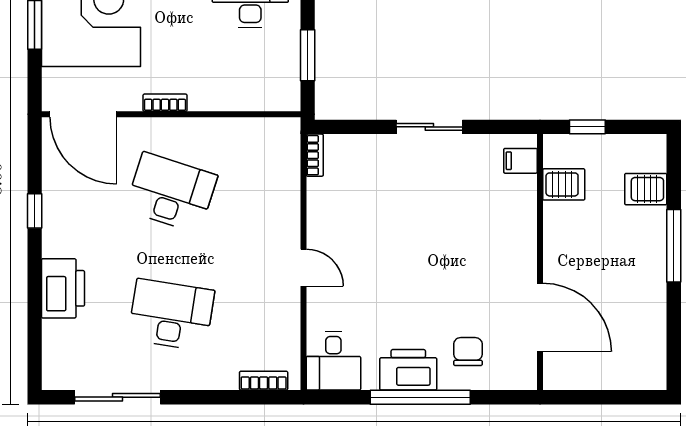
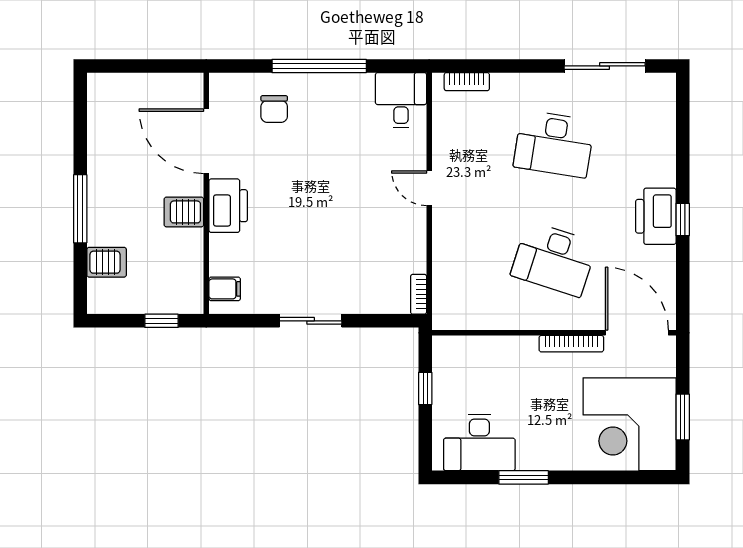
window: (308, 55) -> (425, 388), width x0.67
bookcase: (165, 103) -> (571, 344), width x1.56
server rack: (564, 184) -> (184, 212), moved
window: (35, 211) -> (683, 220), moved
printer: (63, 288) -> (656, 216), moved
printer: (408, 370) -> (228, 206), moved, turned -90

